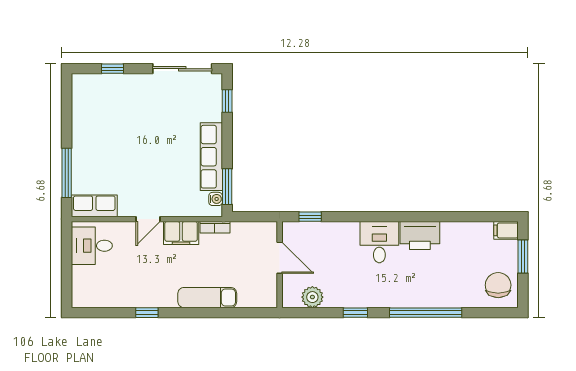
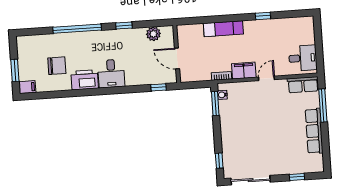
row of seats: (211, 157) -> (314, 131), moved, turned 180
chair: (498, 285) -> (57, 66), moved, turned -90

